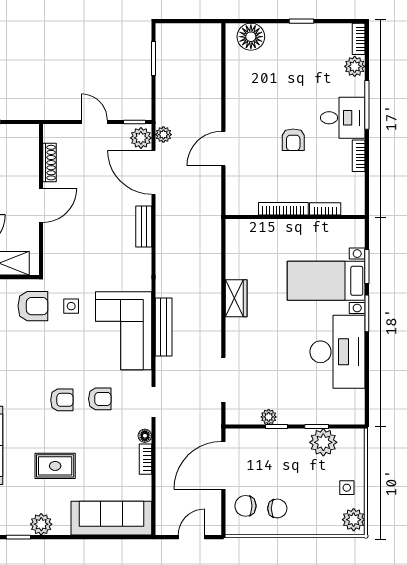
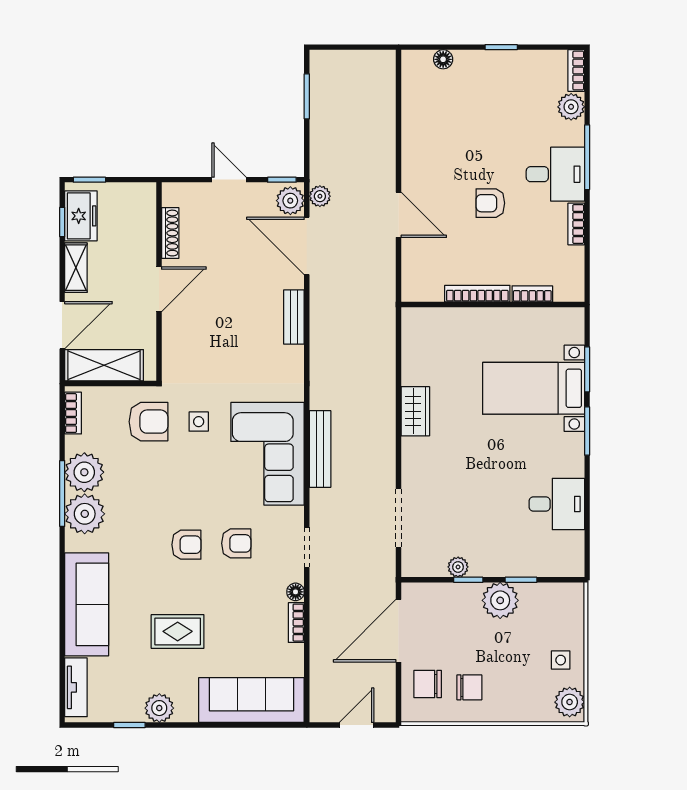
floor lamp: (251, 37) -> (443, 59), width x0.53, depth x0.53
armchair: (293, 140) -> (490, 203), turned 90
door: (223, 149) -> (399, 215), swing flipped
desk: (338, 352) -> (557, 504), width x0.53, depth x0.77
plant: (323, 442) -> (500, 600), moved

